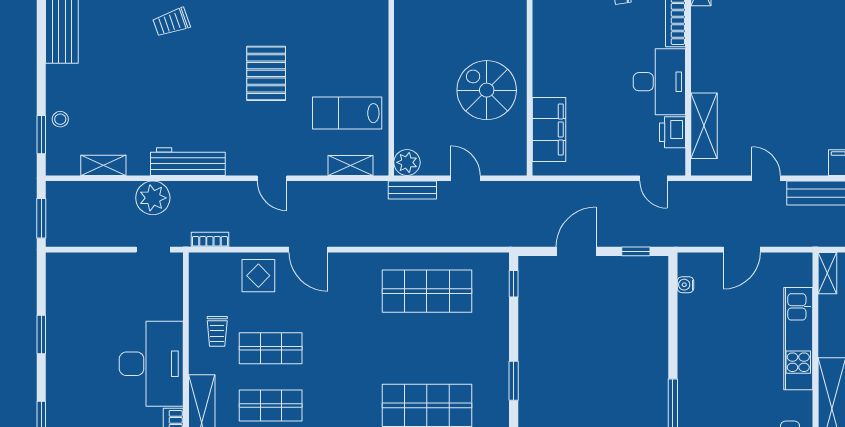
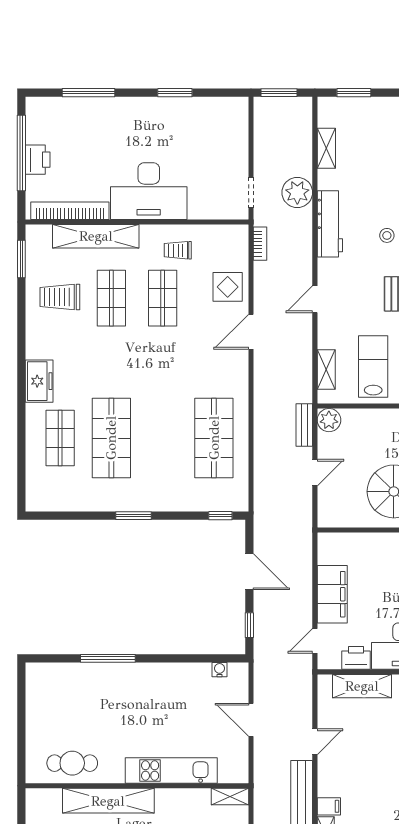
stool: (60, 119) -> (387, 235), moved
filing cabinet: (549, 129) -> (332, 594), moved, turned -90

